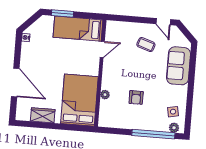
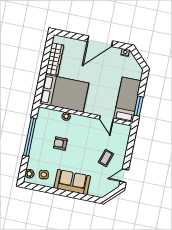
window: (62, 14) -> (139, 106), moved
sofa: (178, 66) -> (72, 182), moved
door: (15, 83) -> (100, 41), moved
wardrobe: (43, 115) -> (55, 59), width x1.50
window: (153, 134) -> (30, 137), moved

